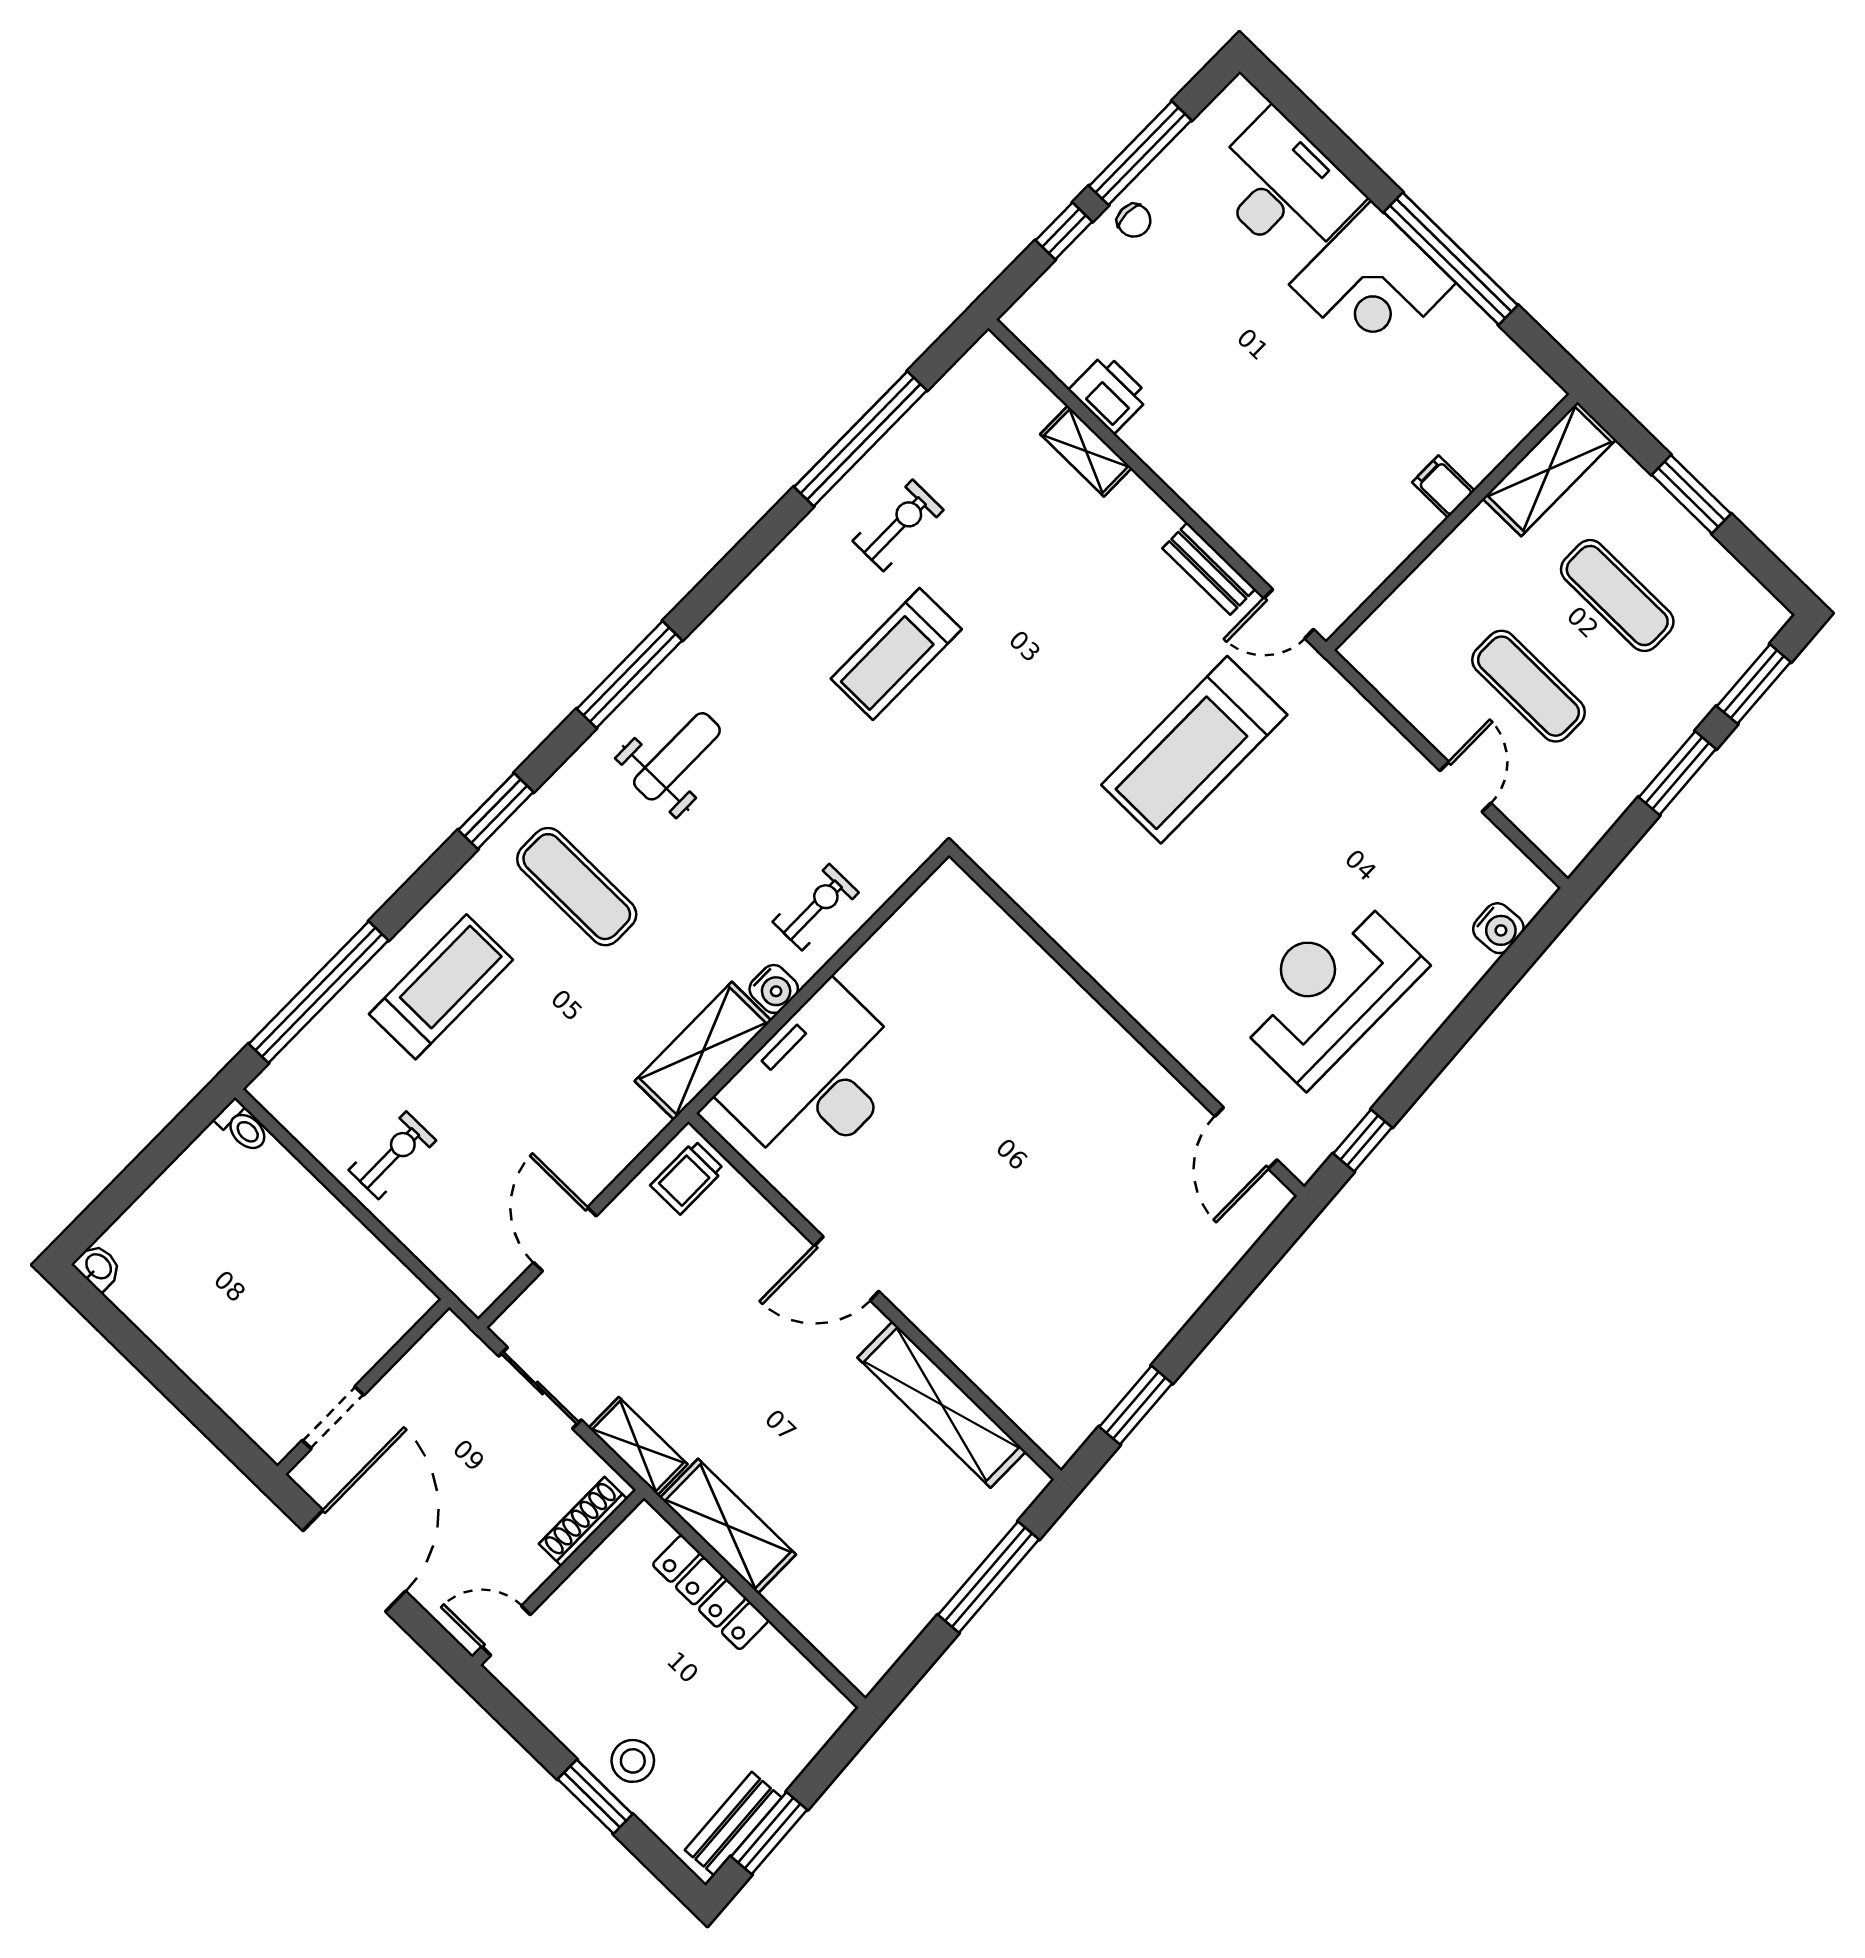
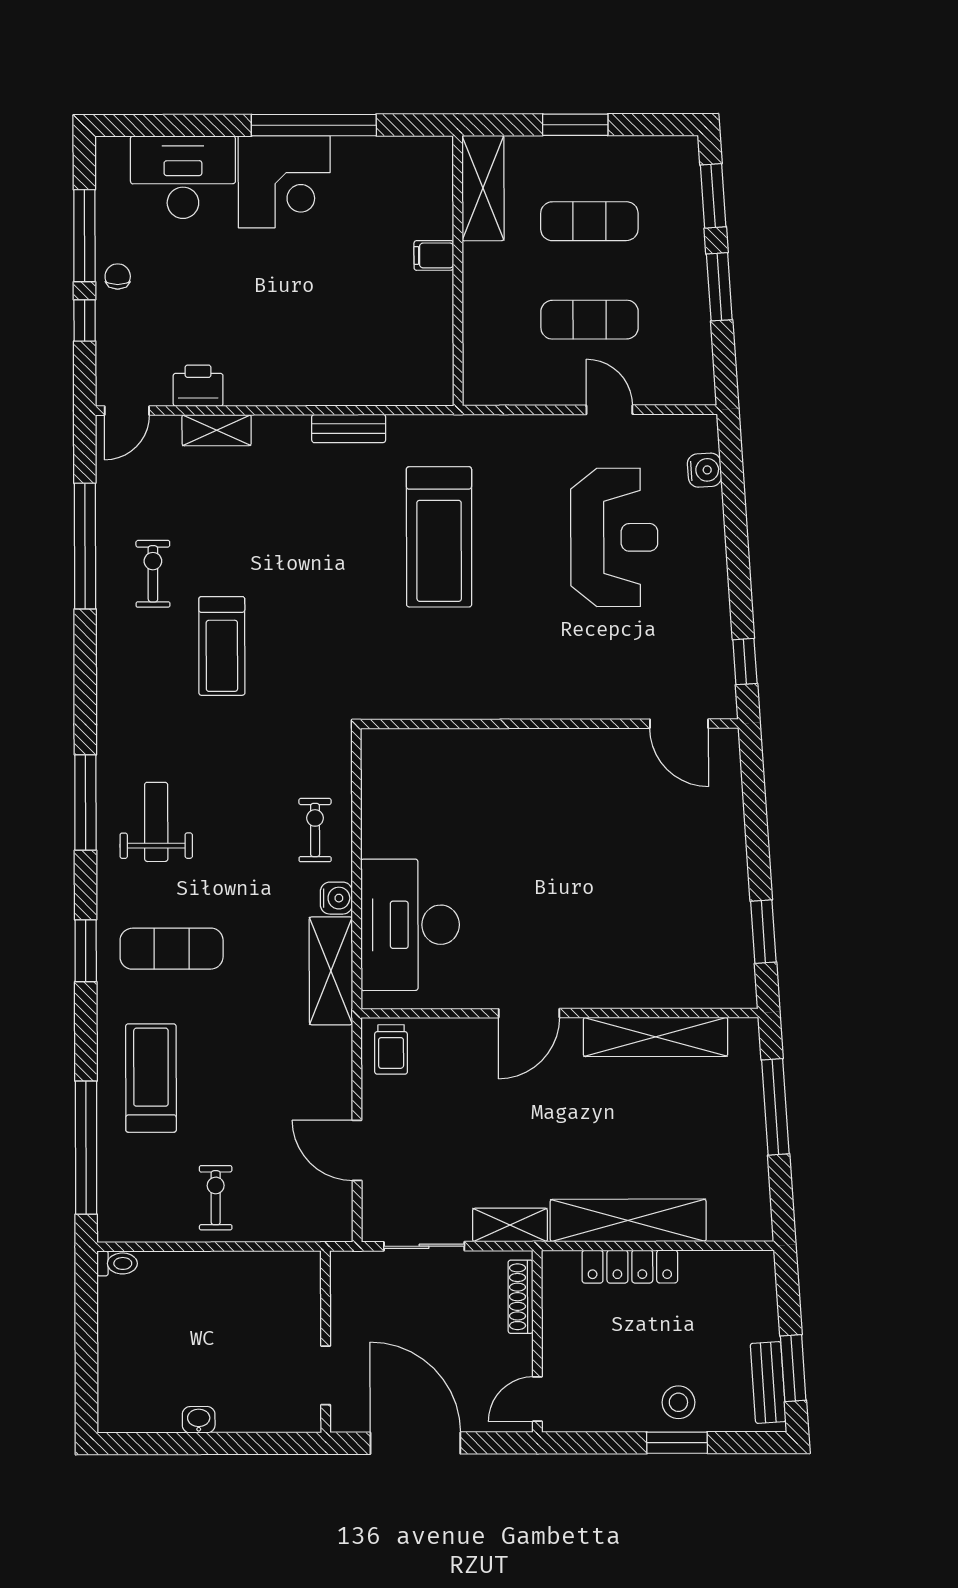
chair: (1134, 220) -> (118, 276), turned -90
door: (1289, 614) -> (127, 411), moved
reception desk: (1329, 990) -> (614, 537), moved, turned 180
washbasin: (98, 1267) -> (199, 1420), moved
shelving: (728, 1526) -> (628, 1220), width x1.47

